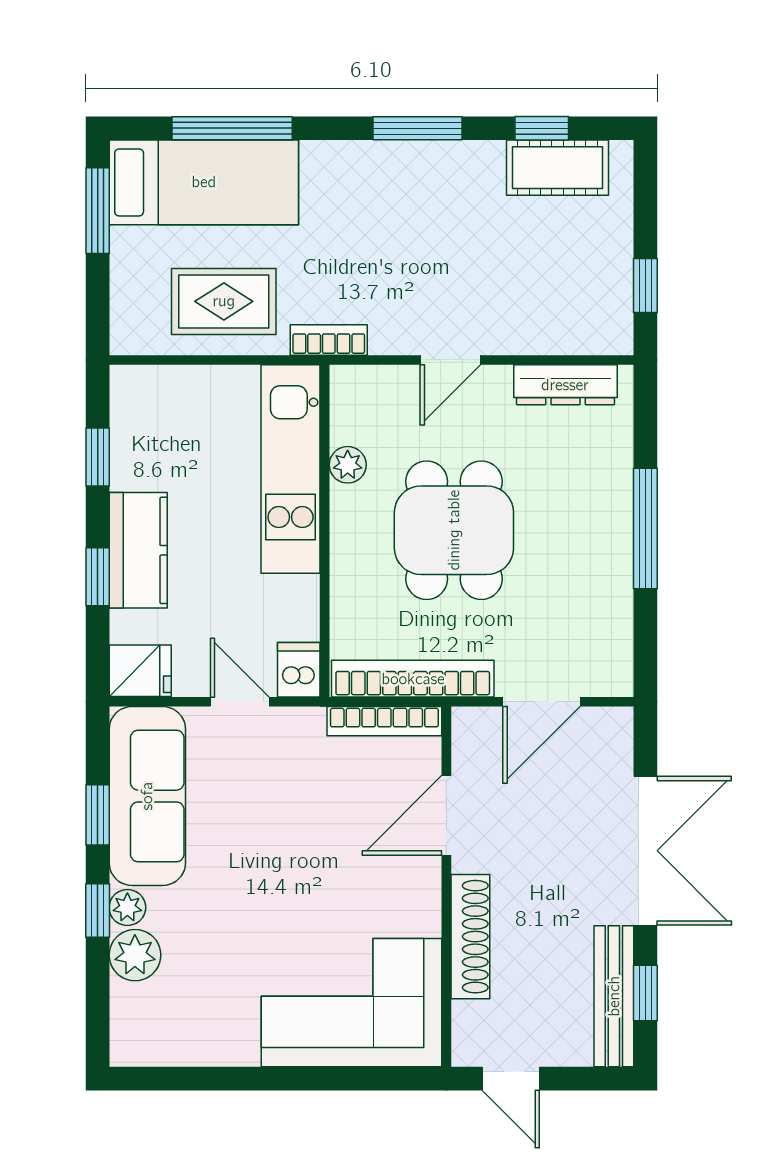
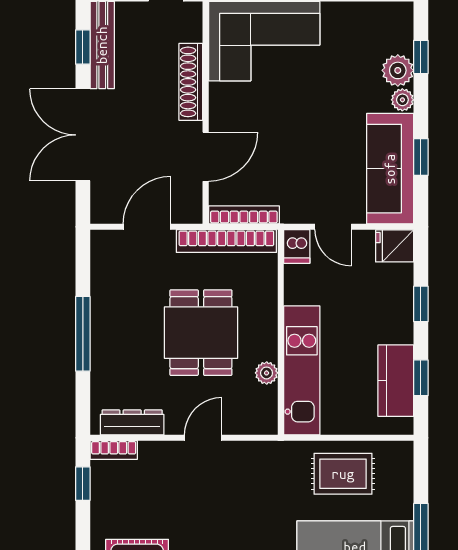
bookcase: (329, 340) -> (114, 450), moved
kitchen counter: (138, 550) -> (396, 381), moved
window: (98, 911) -> (421, 57), moved

